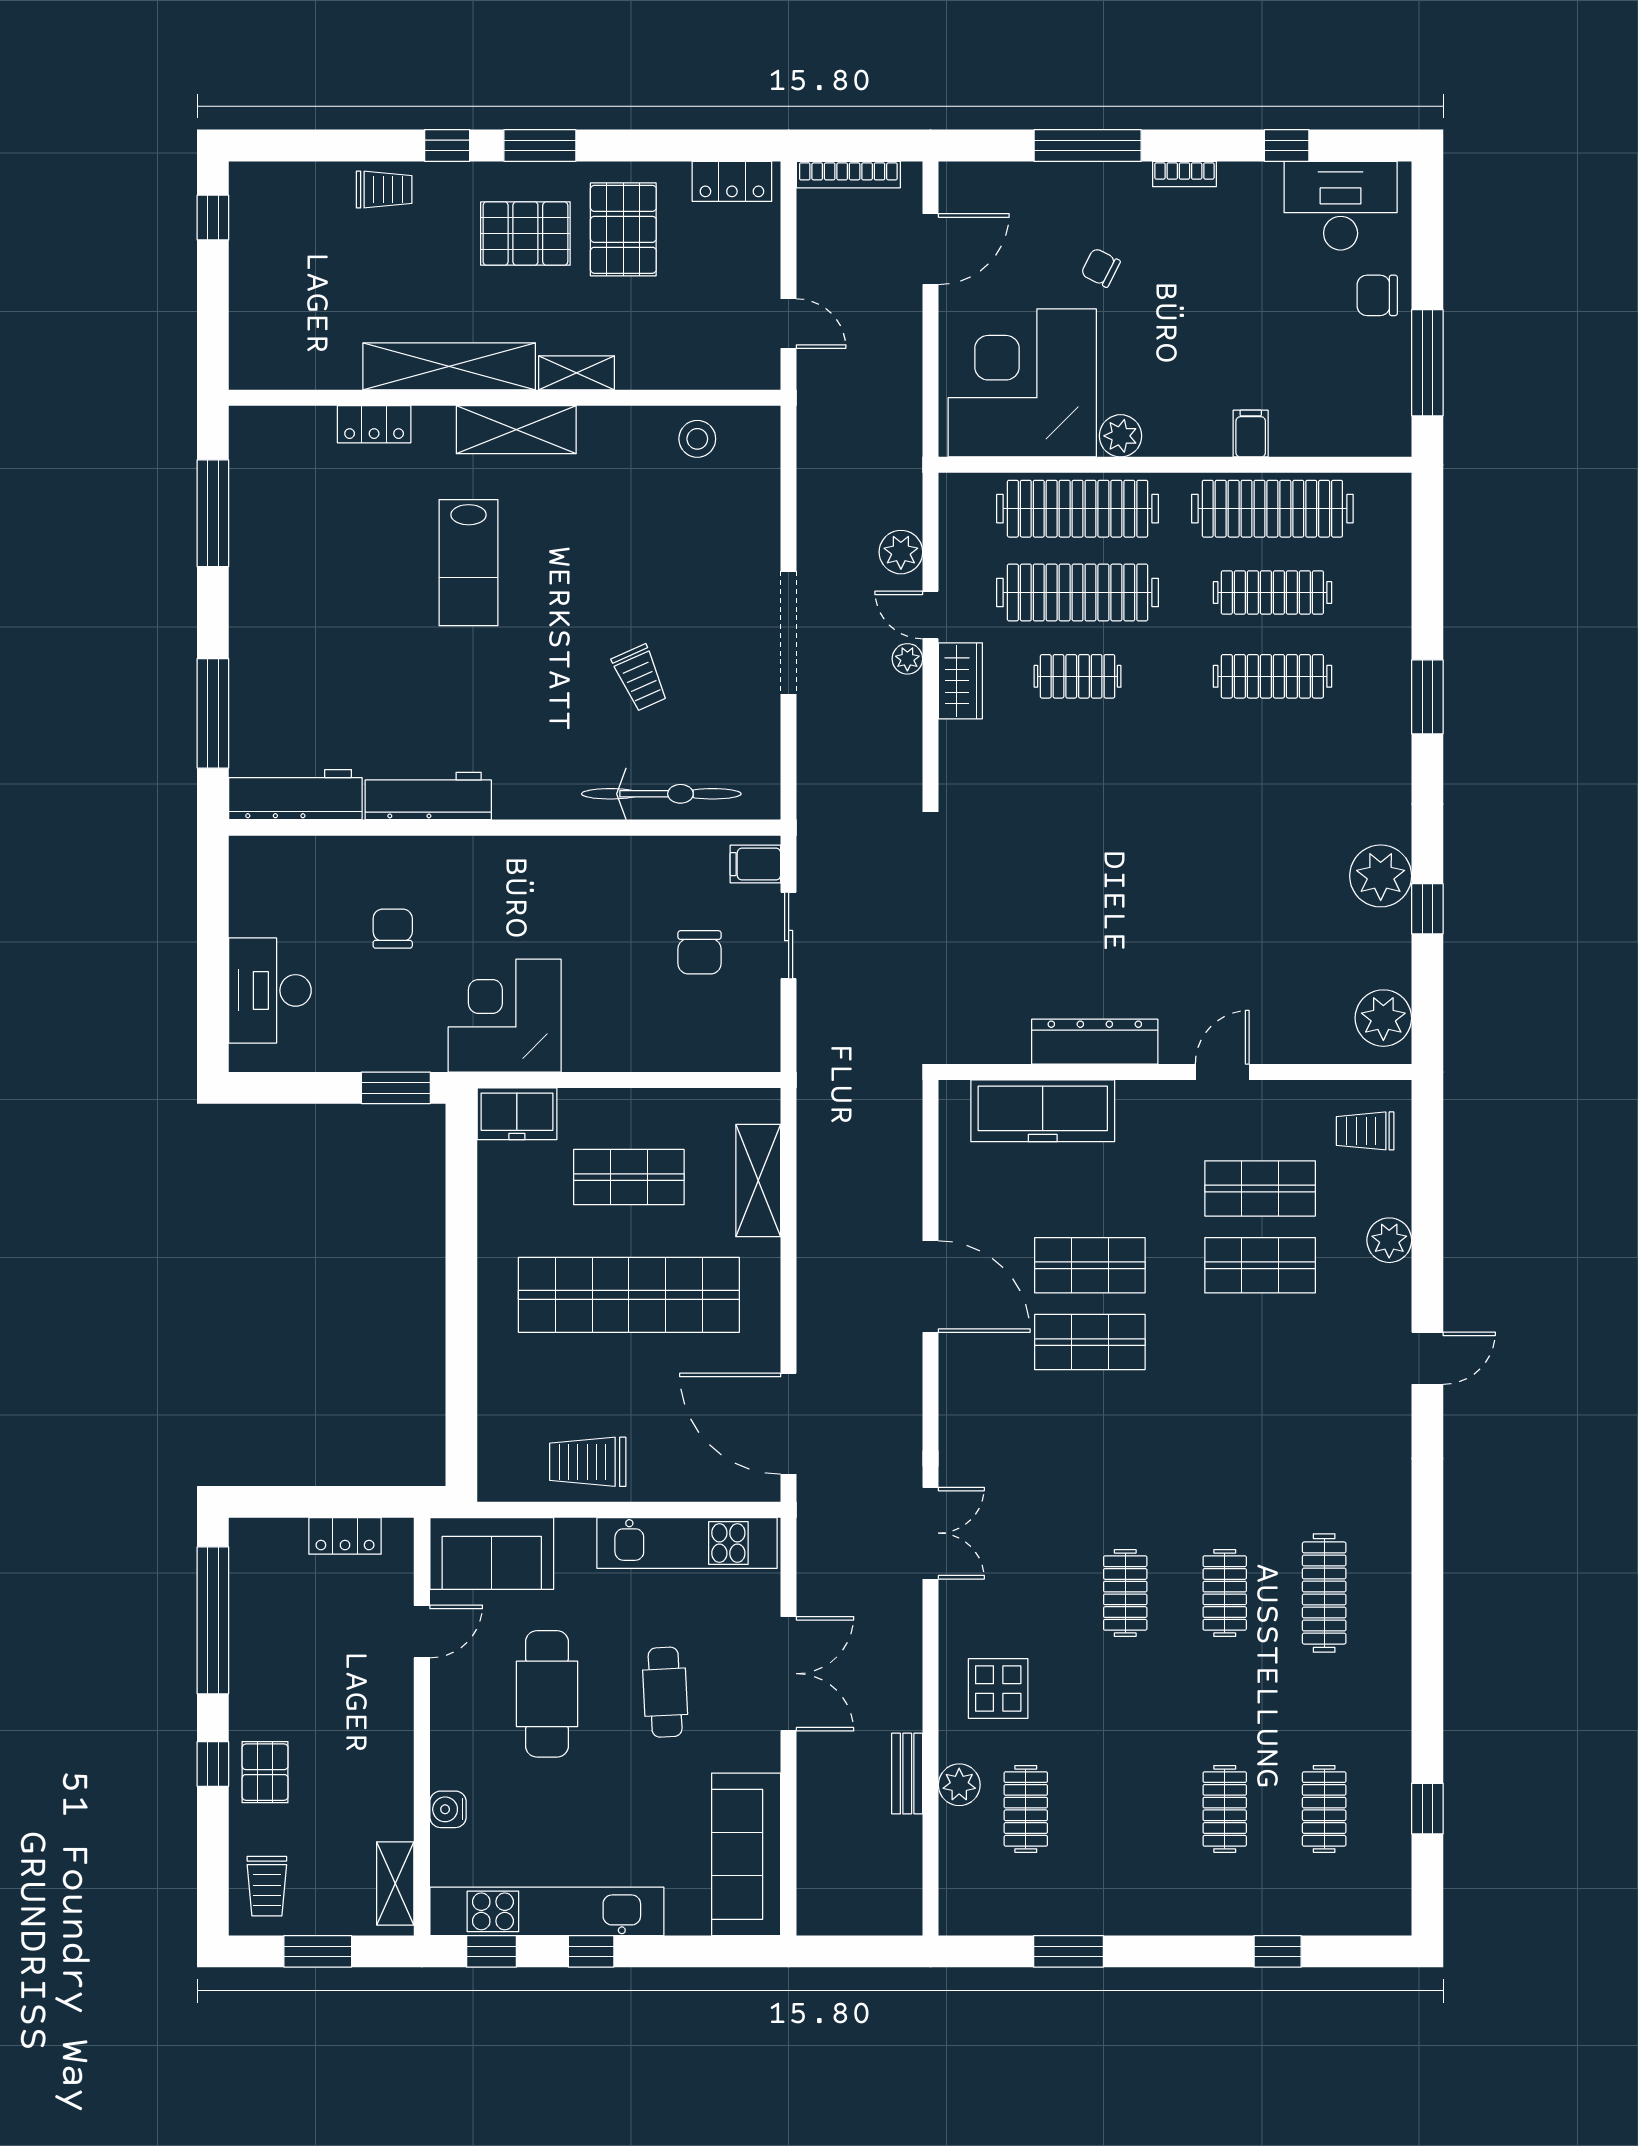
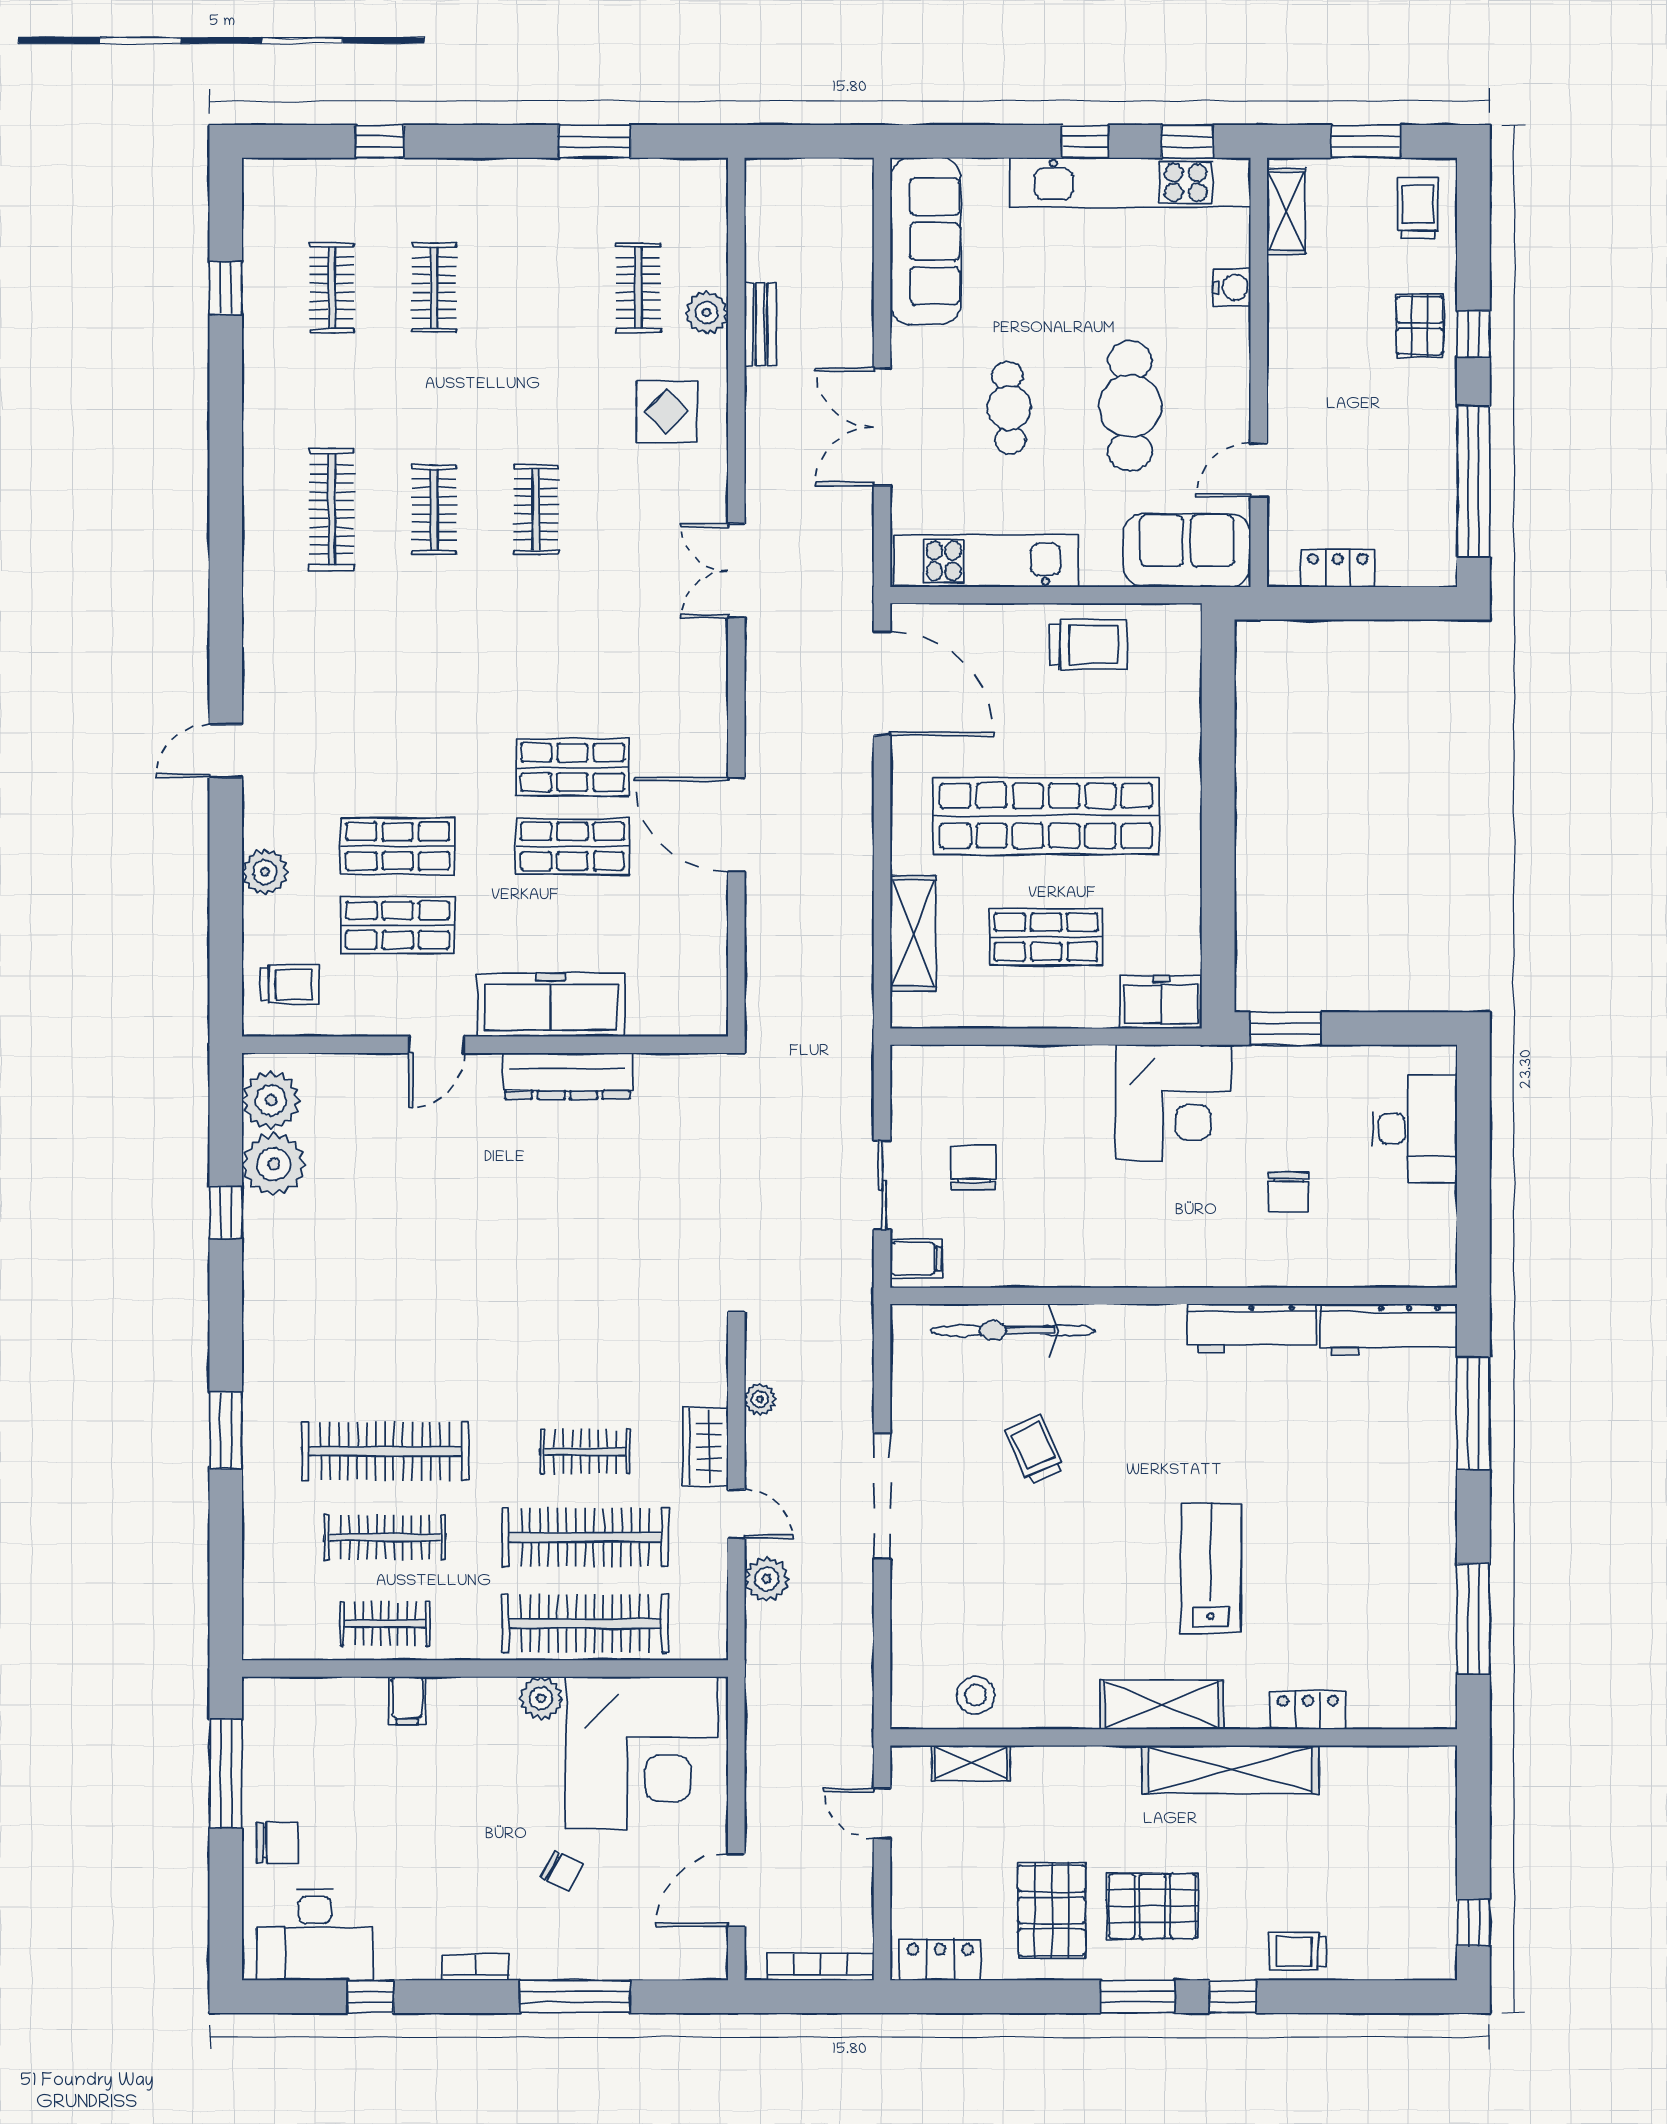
shelving: (577, 373) -> (971, 1763), moved
clothes rail: (1272, 509) -> (385, 1624), width x0.54, depth x0.76
plant: (907, 659) -> (760, 1399), moved
clothes rail: (1272, 676) -> (385, 1451), width x1.37, depth x1.31
plant: (1381, 876) -> (274, 1164), moved
freezer: (1043, 1111) -> (551, 1005), moved

